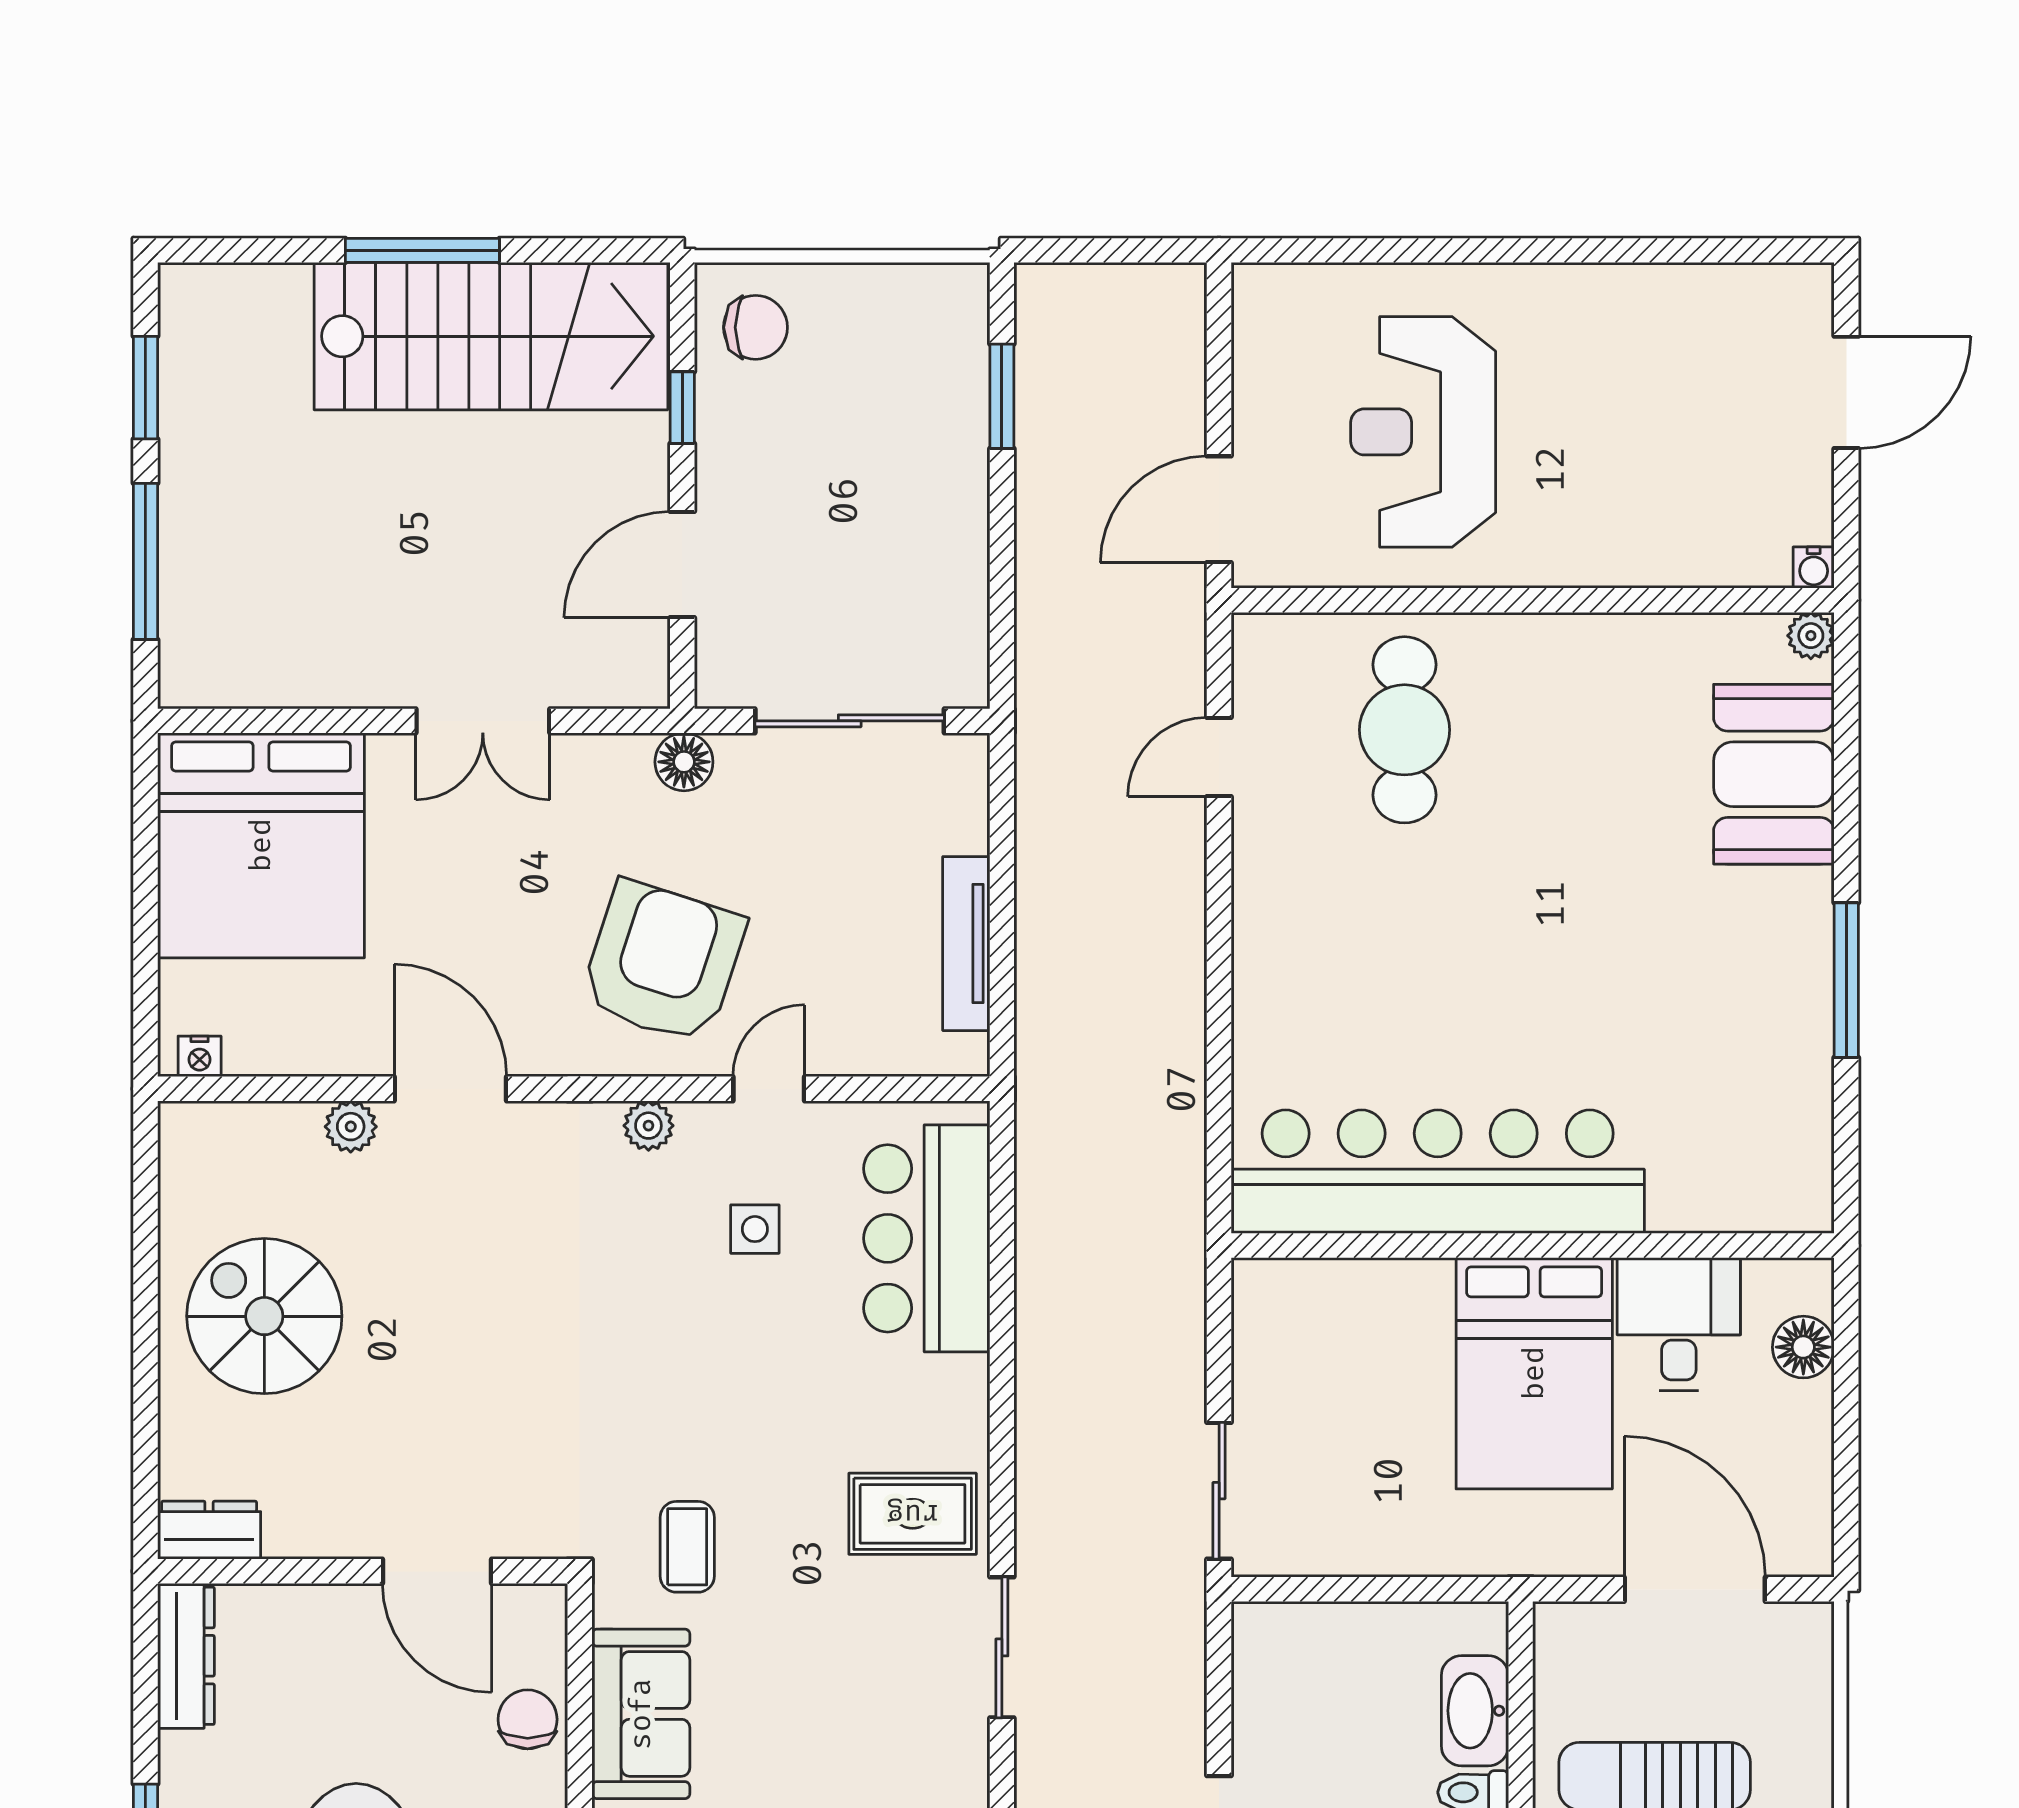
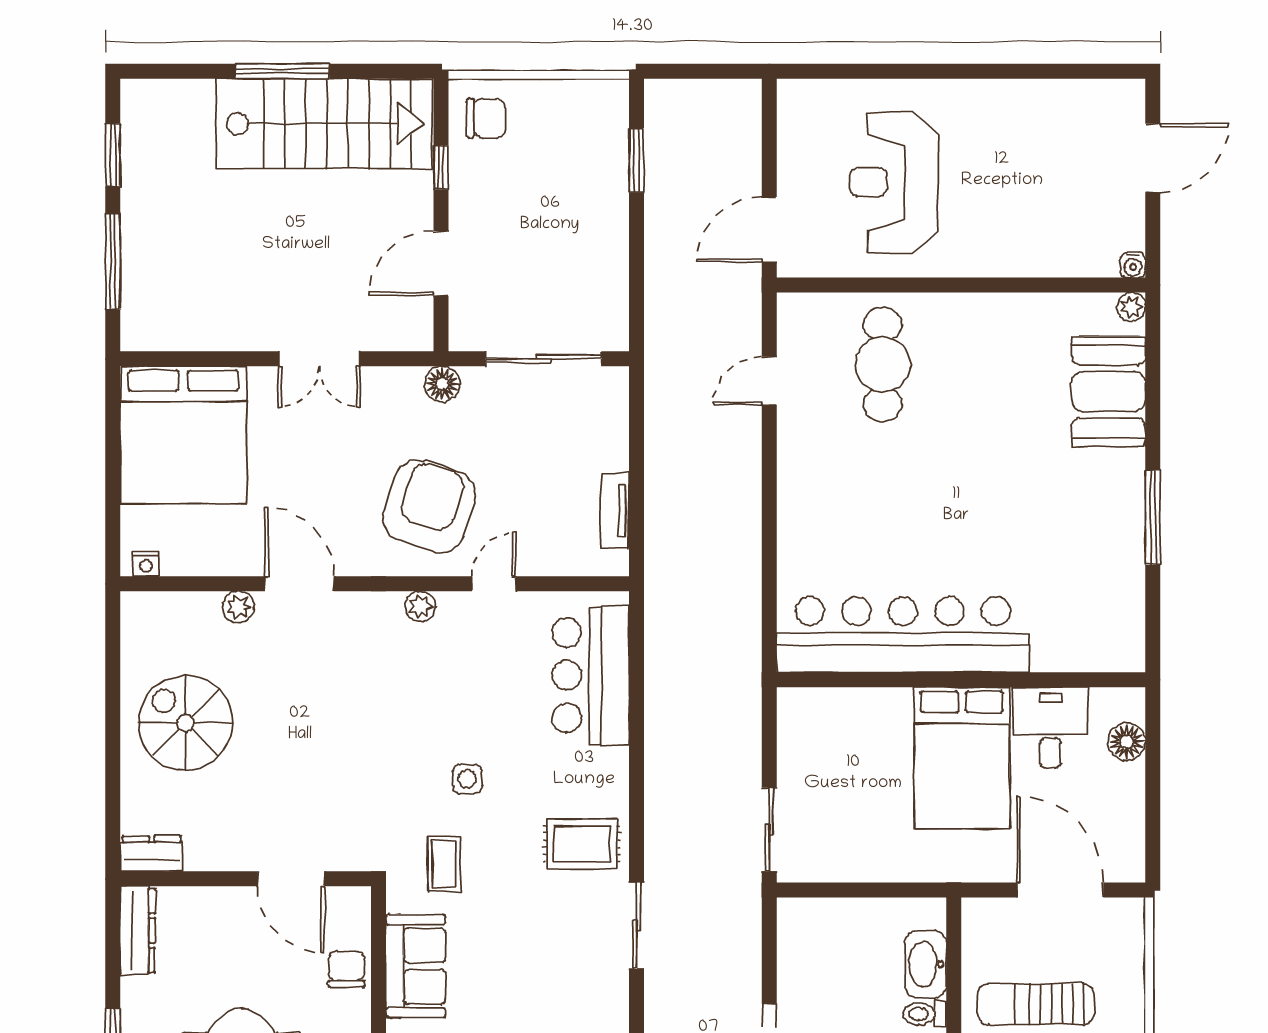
tv unit: (966, 944) -> (615, 510), width x0.71
side table: (755, 1229) -> (467, 779), moved

